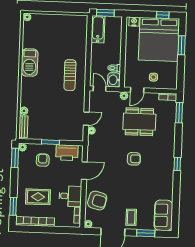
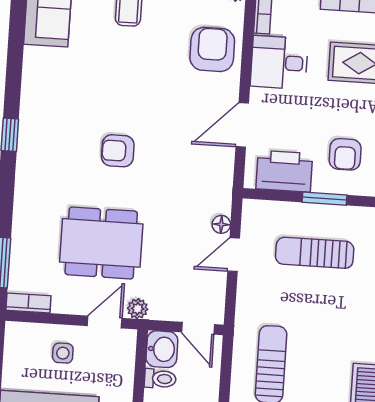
sun lounger: (54, 120) -> (315, 253), added
armchair: (97, 201) -> (212, 49), turned 76

